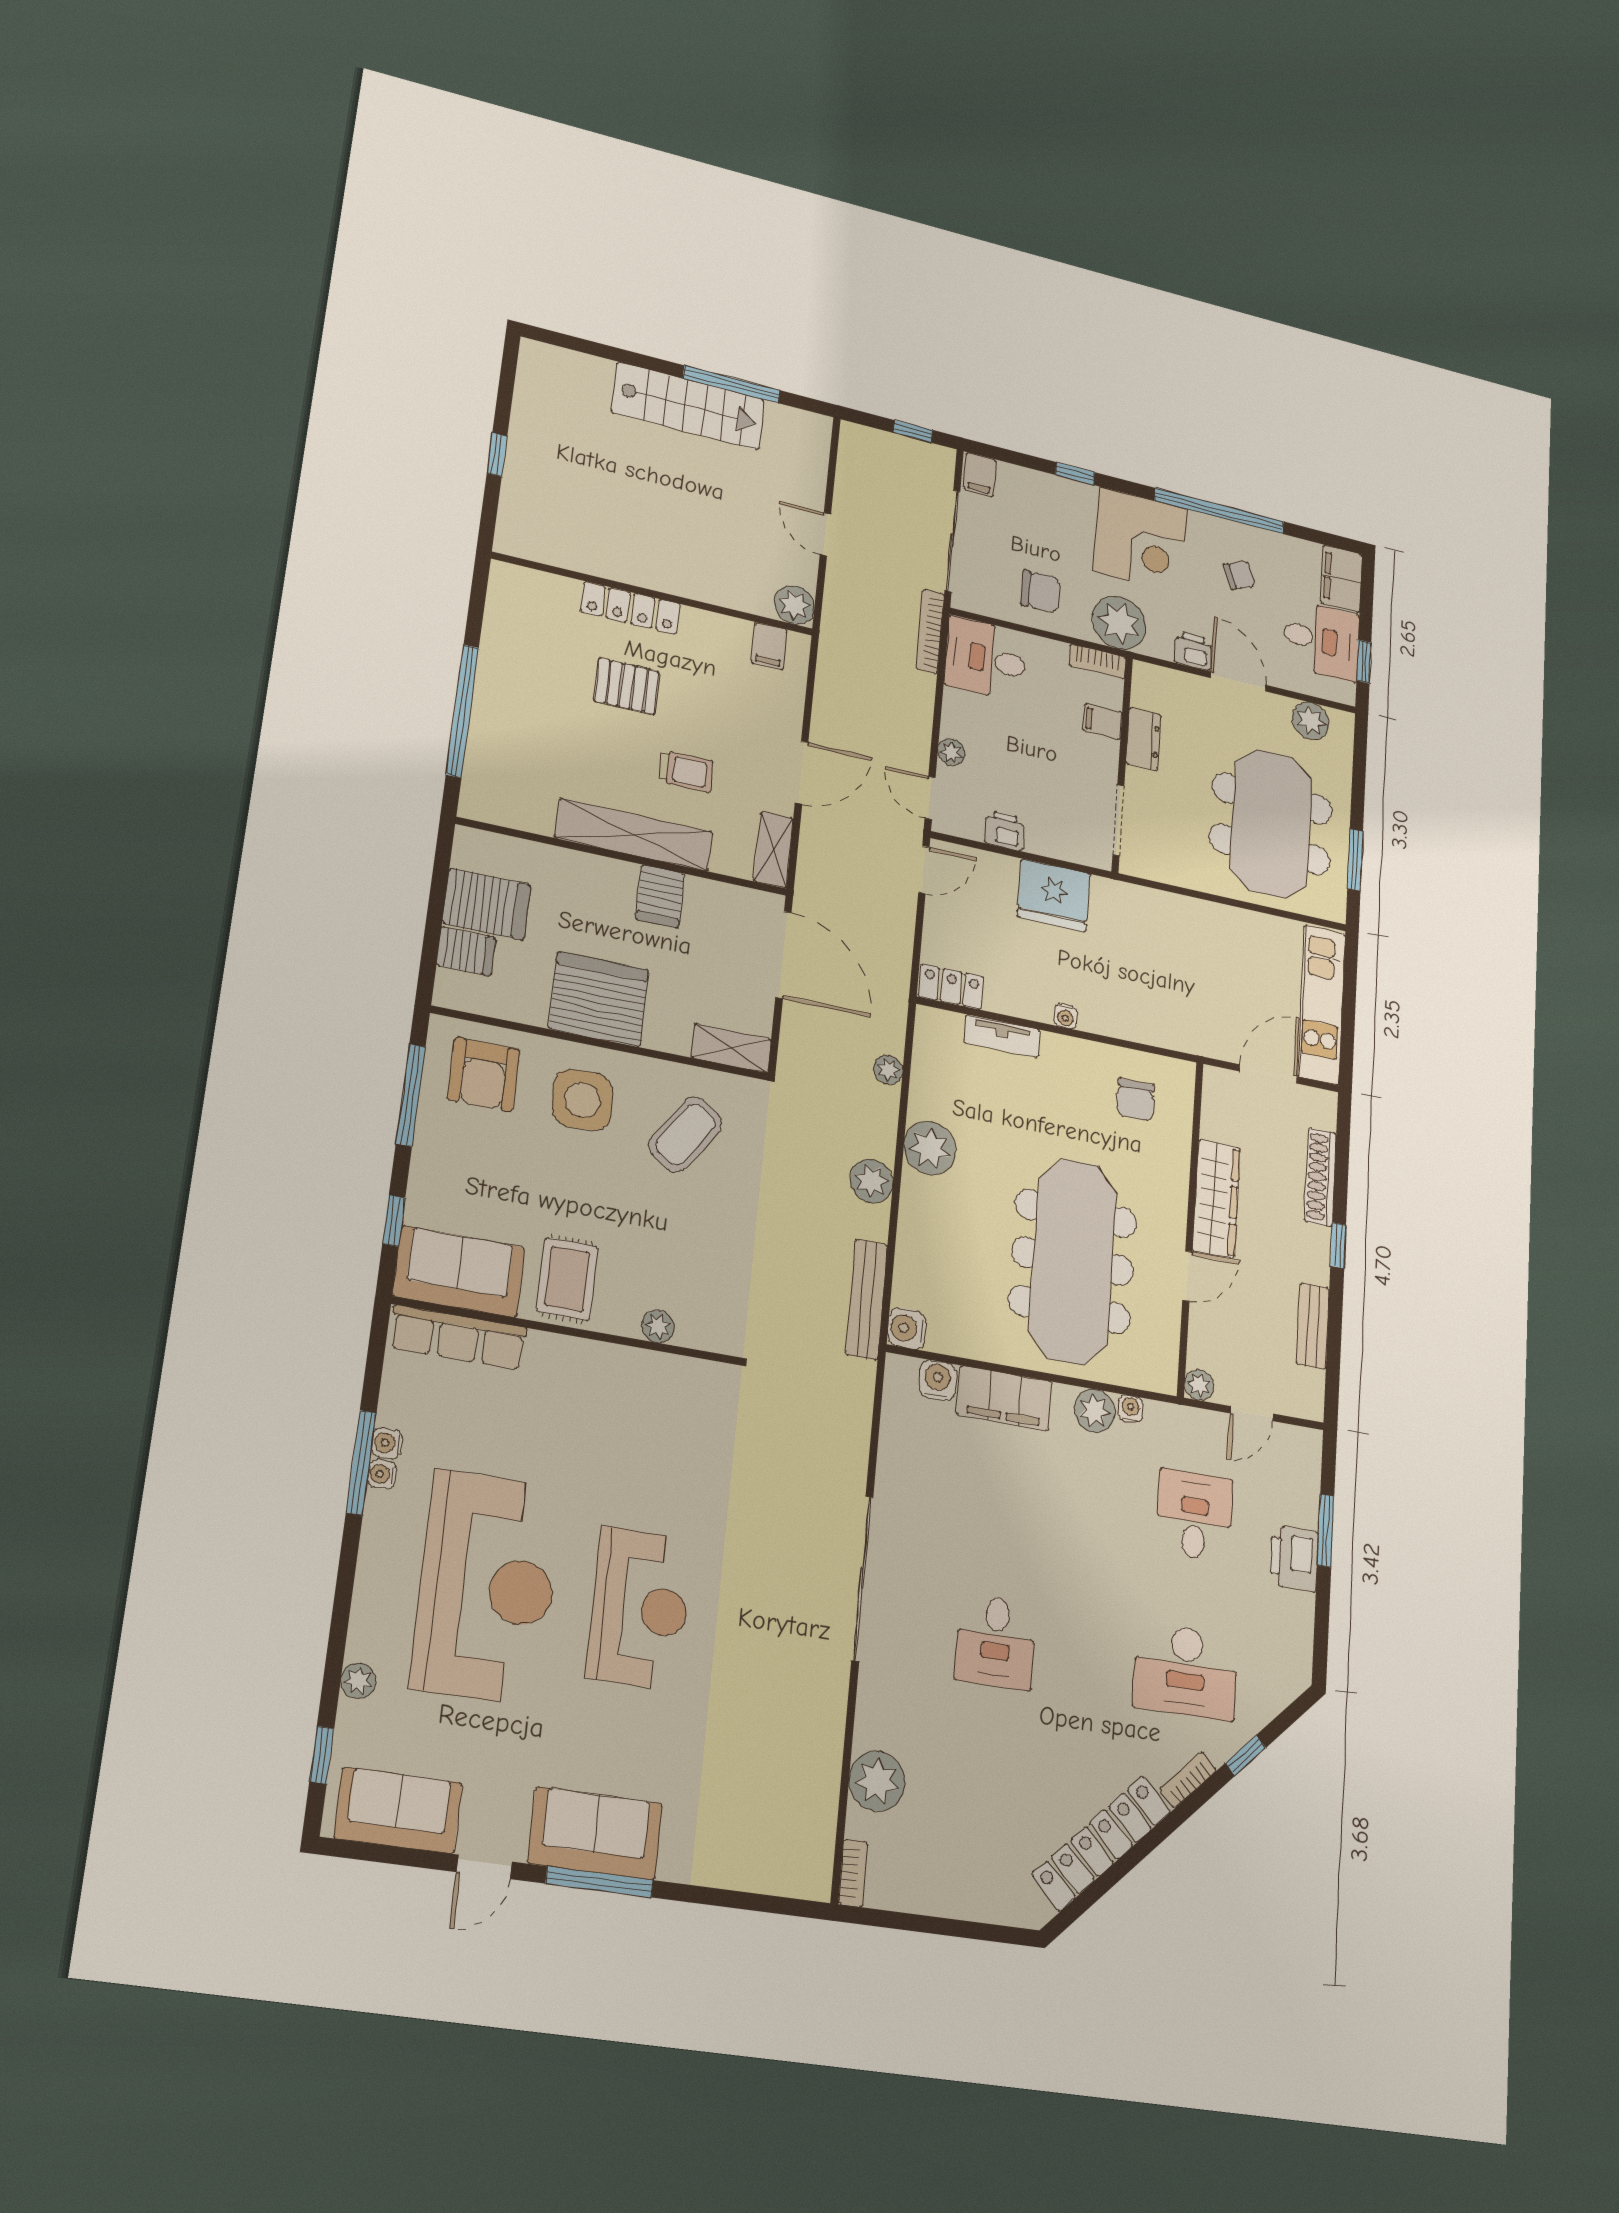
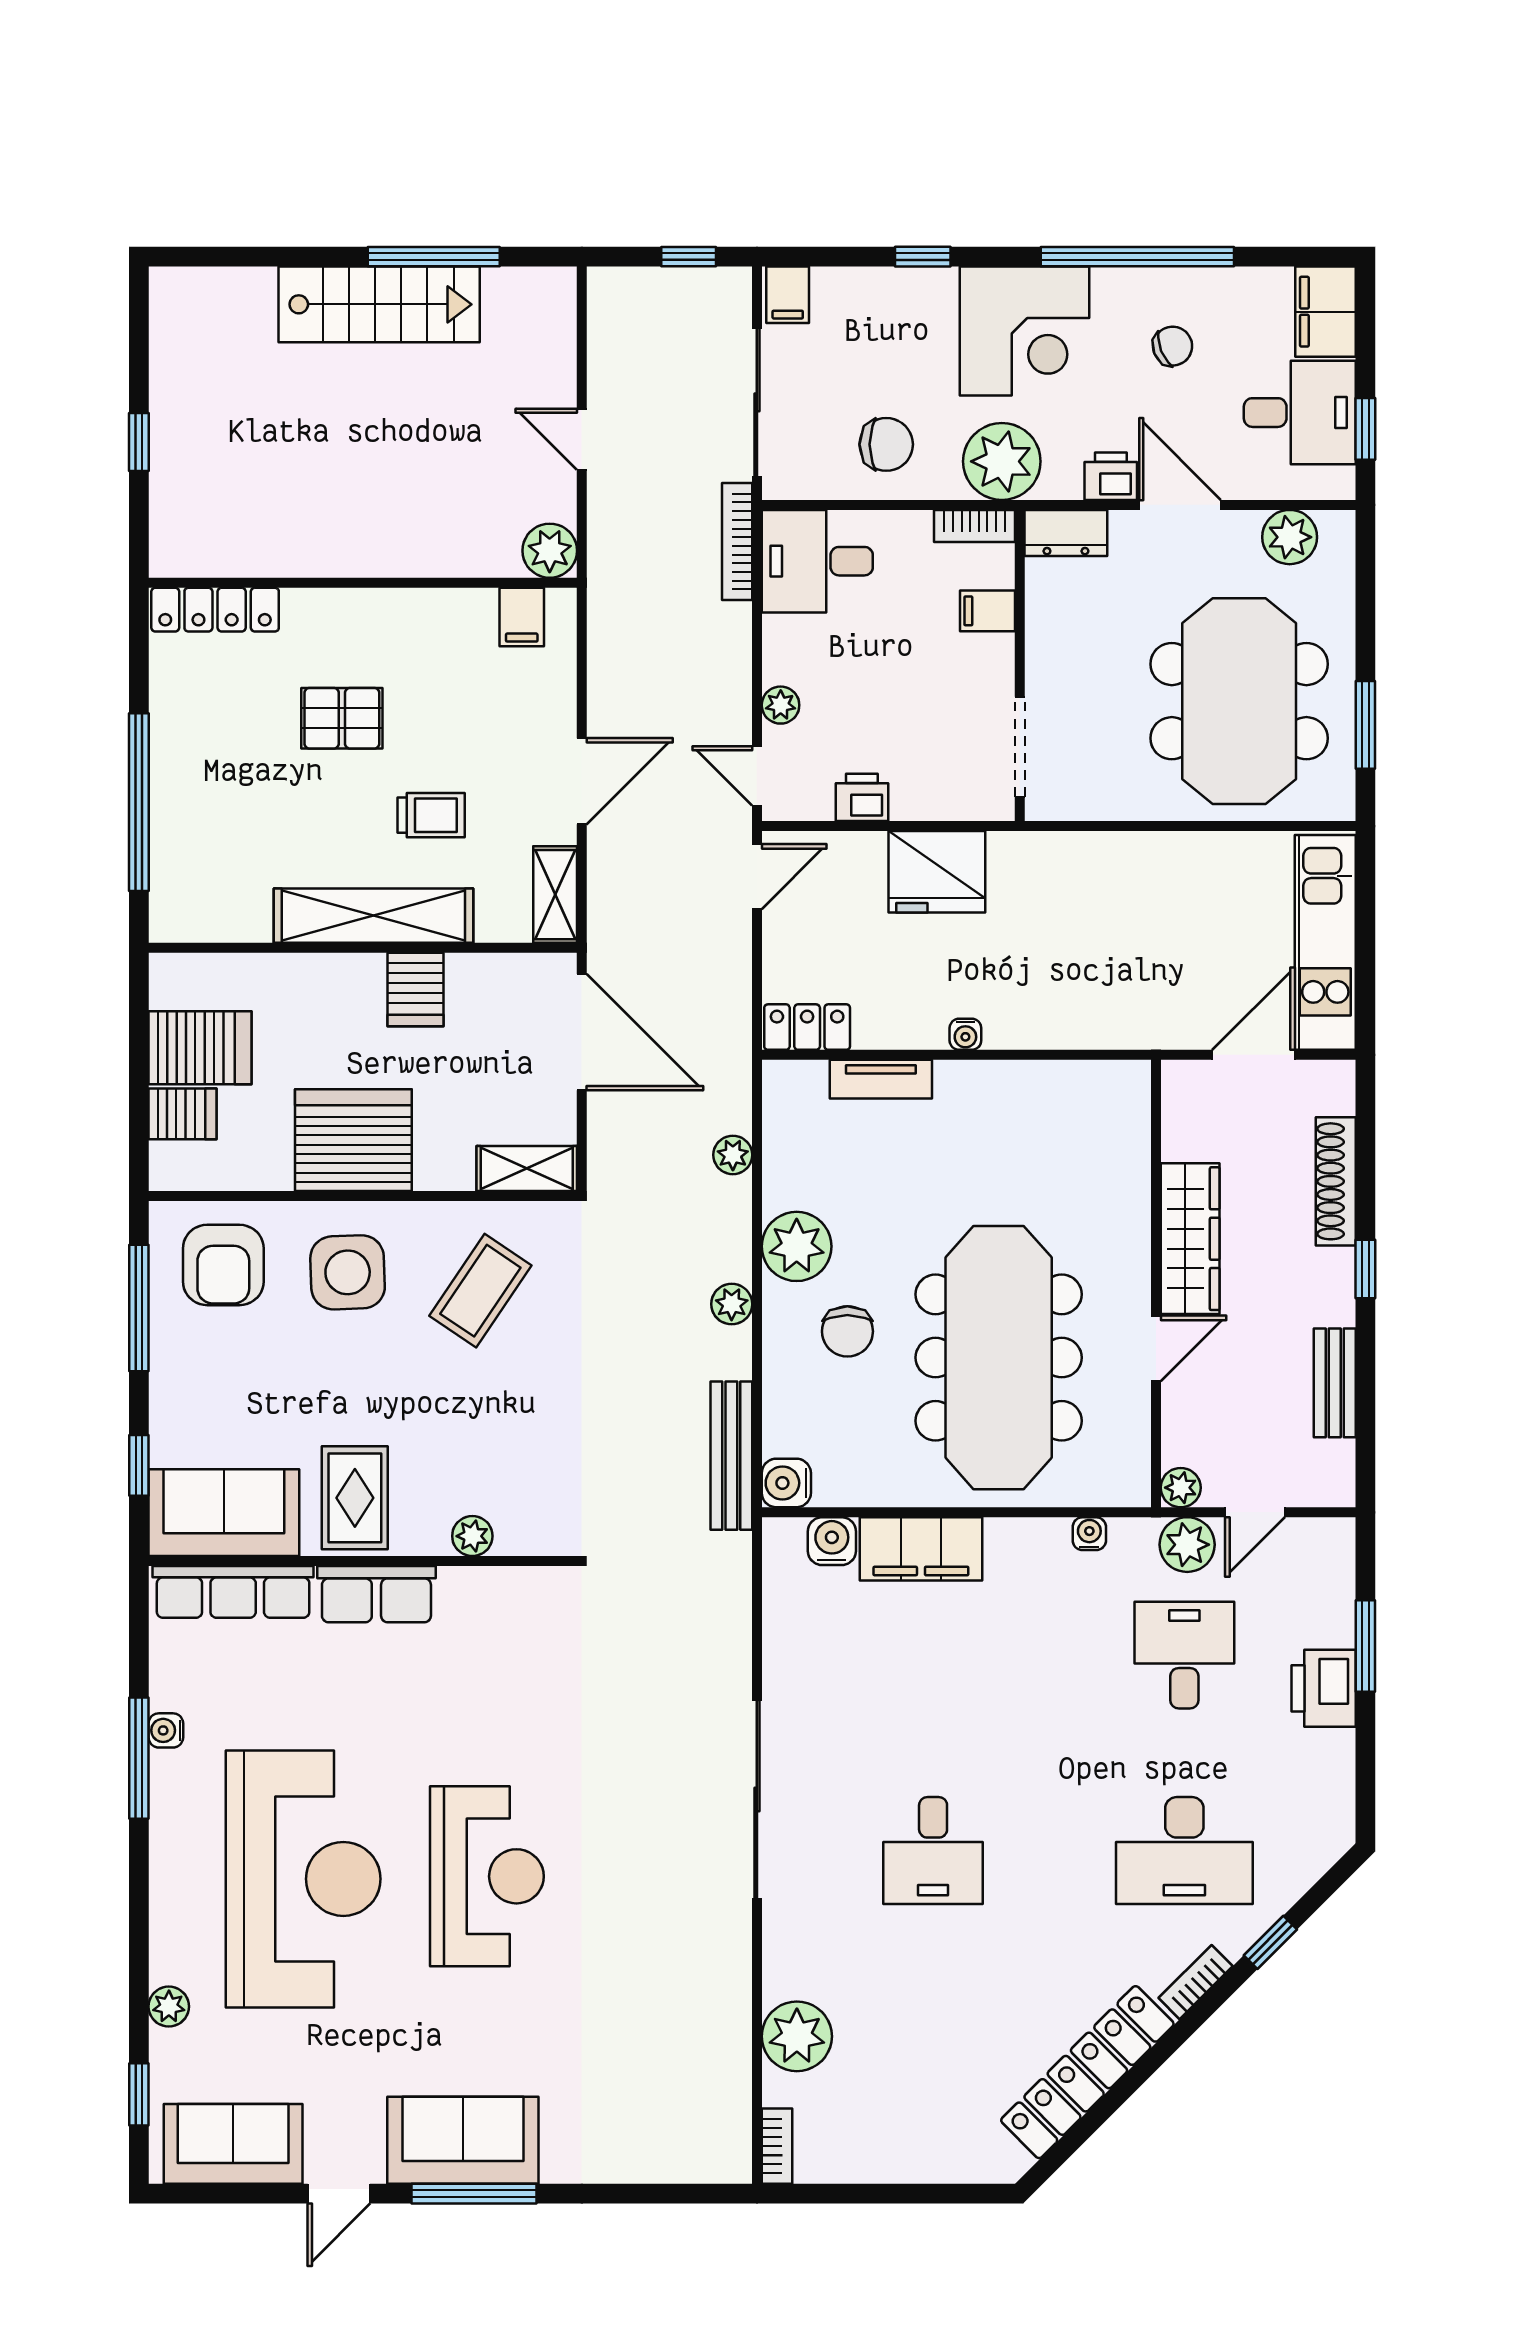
locker: (630, 608) -> (215, 610), moved
dresser: (1144, 739) -> (1066, 533), moved, turned 90
chair: (1136, 1100) -> (847, 1331), moved
plant: (872, 1181) -> (732, 1304), width x0.73, depth x0.73
row of seats: (576, 1360) -> (376, 1594), added
plant: (1095, 1411) -> (1187, 1545), moved
water cooler: (382, 1474) -> (165, 1768), removed

